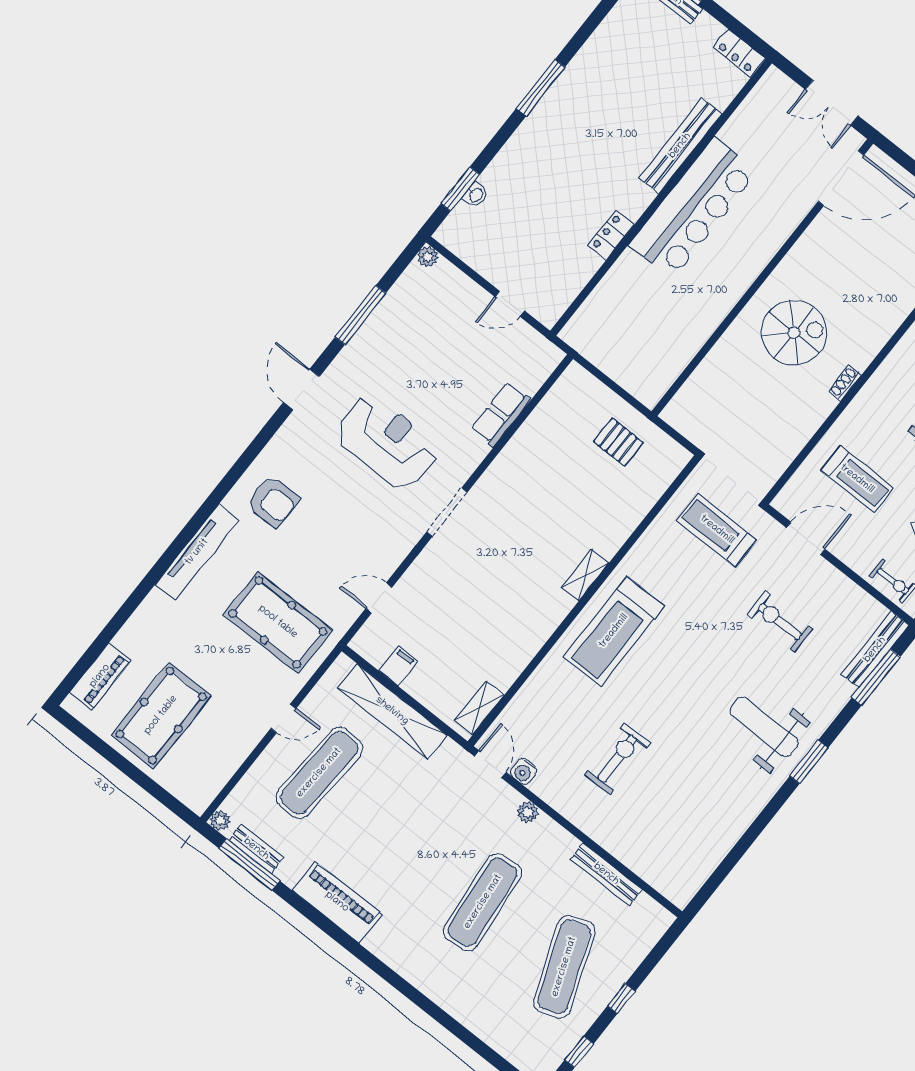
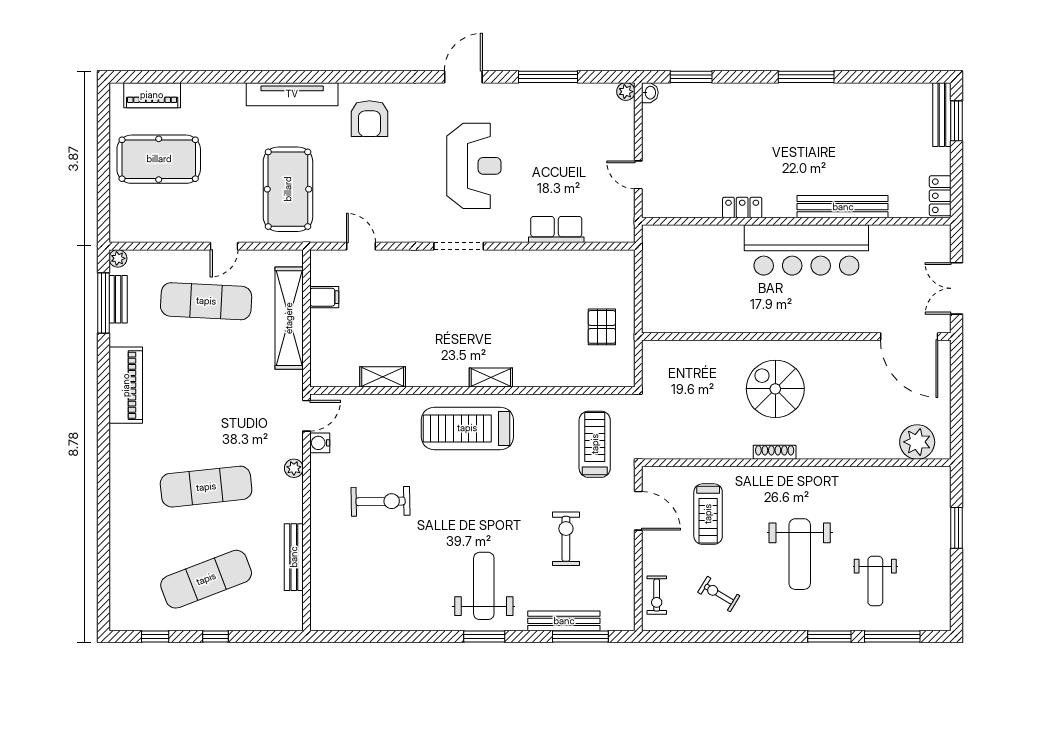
washbasin: (476, 195) -> (650, 93), moved, turned -90
spiral stairs: (794, 333) -> (775, 389), turned 180
shoe rack: (845, 383) -> (775, 452), width x1.43
bench: (875, 650) -> (564, 621), moved
shelving: (479, 708) -> (383, 377), moved
door: (283, 718) -> (224, 246), hinge flipped

